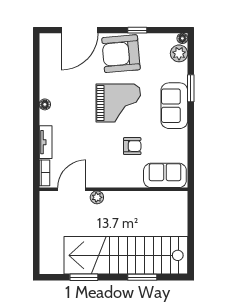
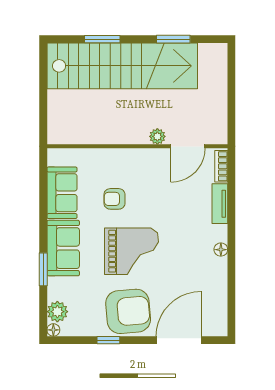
grand piano: (118, 103) -> (132, 251), turned 180
sofa: (165, 175) -> (62, 193), moved, turned -90

